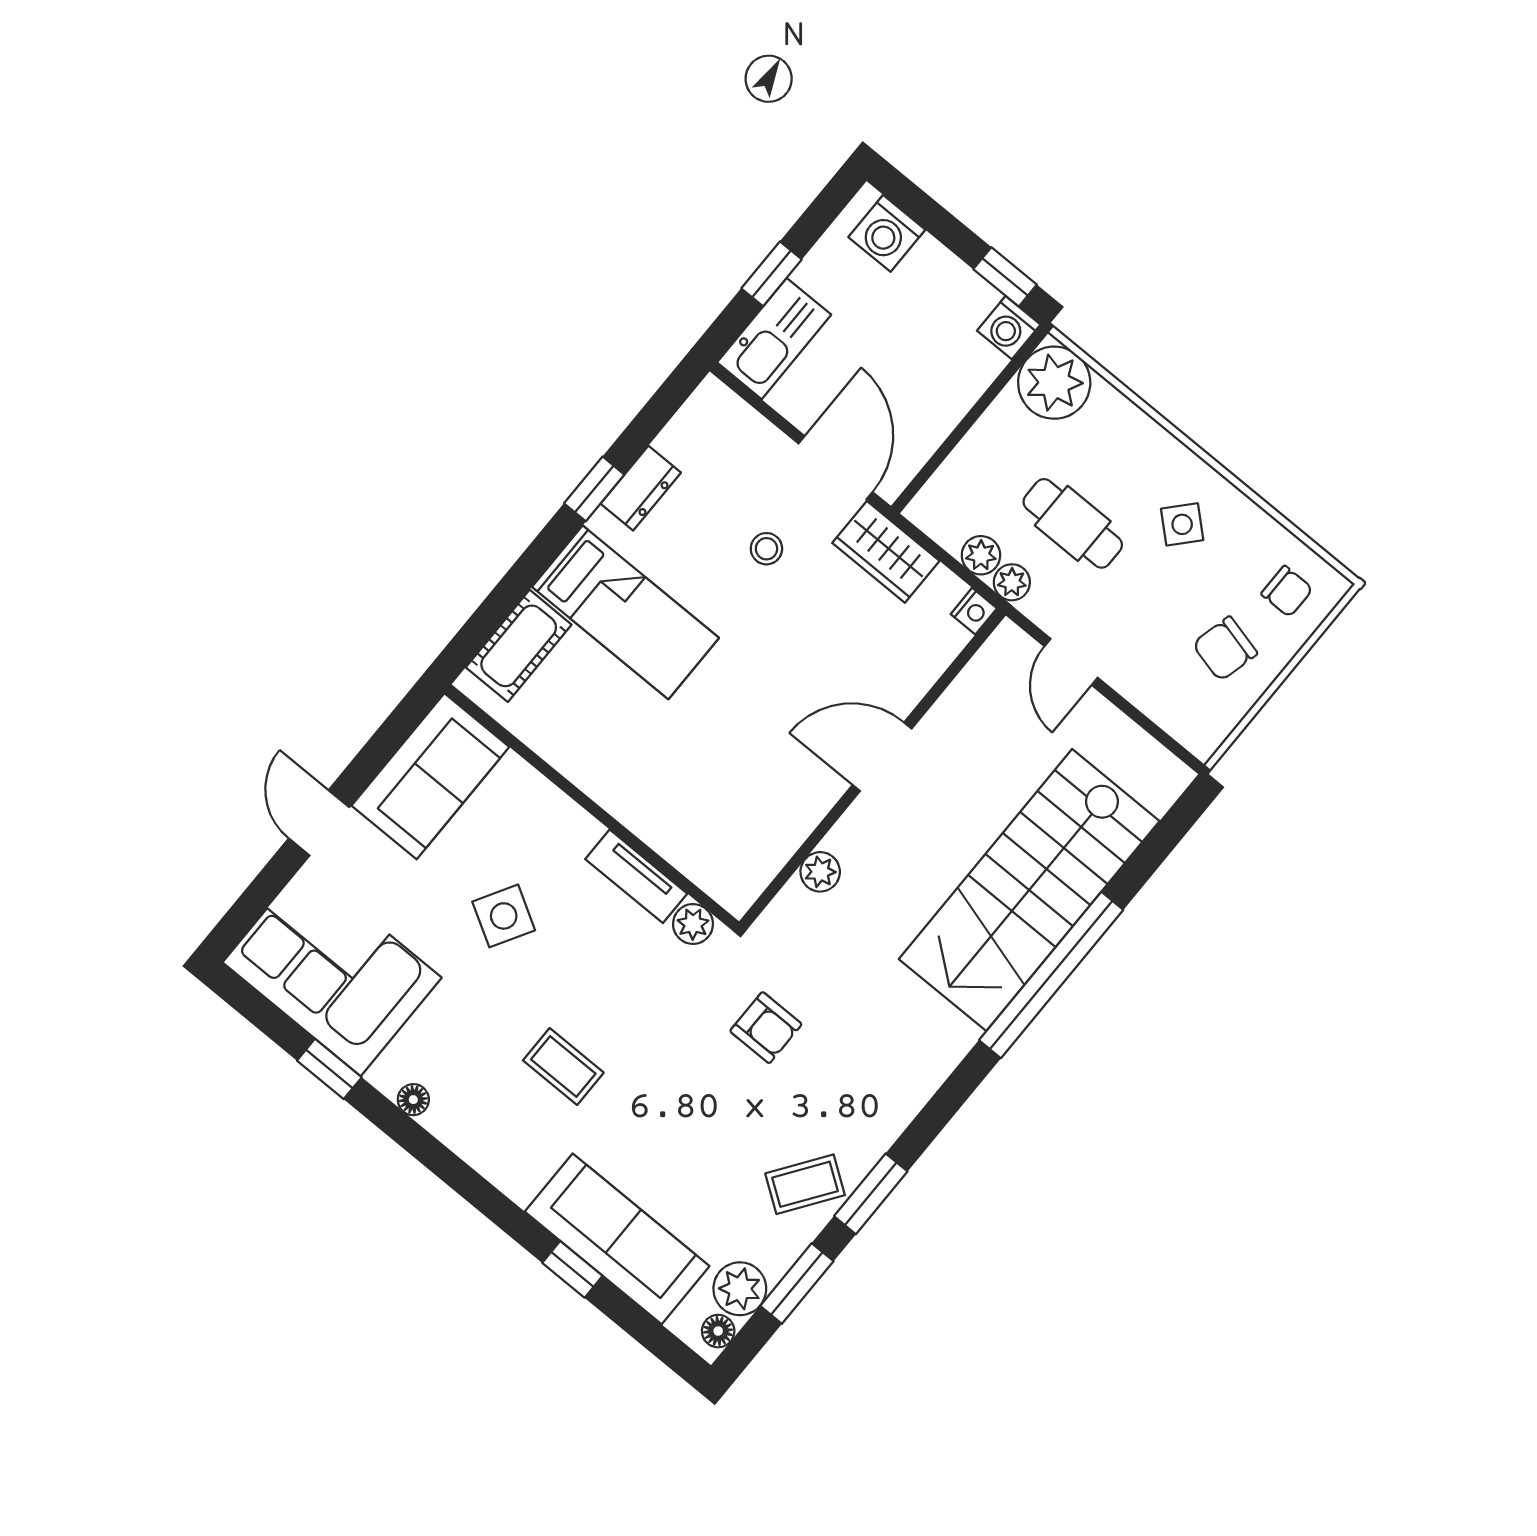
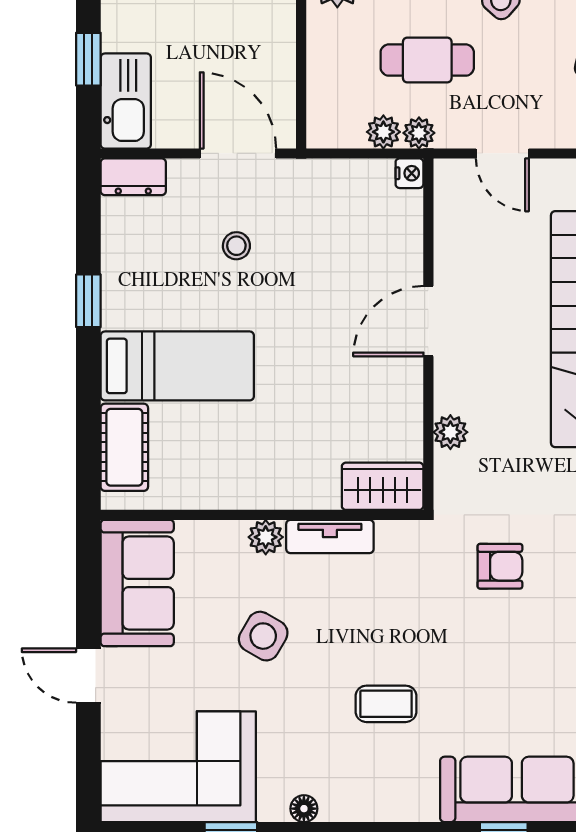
dresser: (641, 488) -> (133, 177), moved, turned 90
wardrobe: (886, 552) -> (383, 486), moved, turned 180
plant: (693, 924) -> (266, 537), moved

